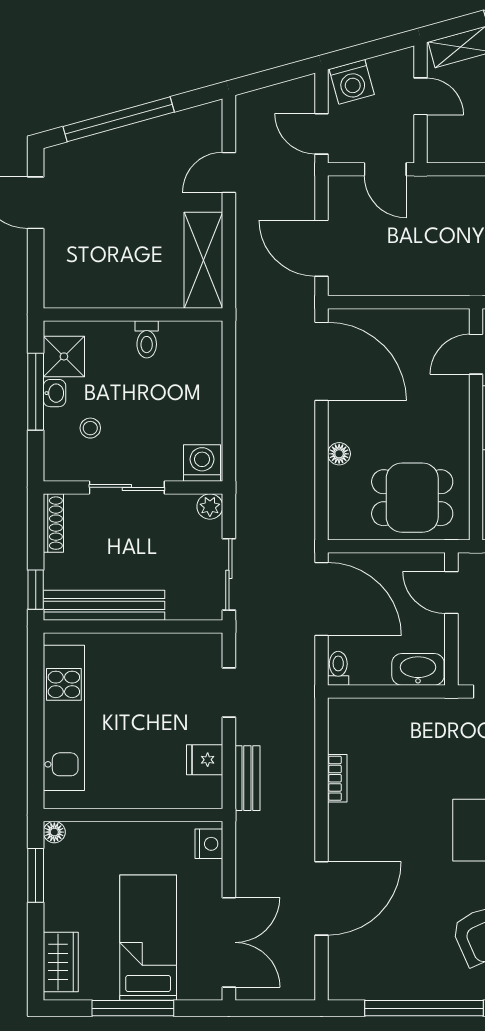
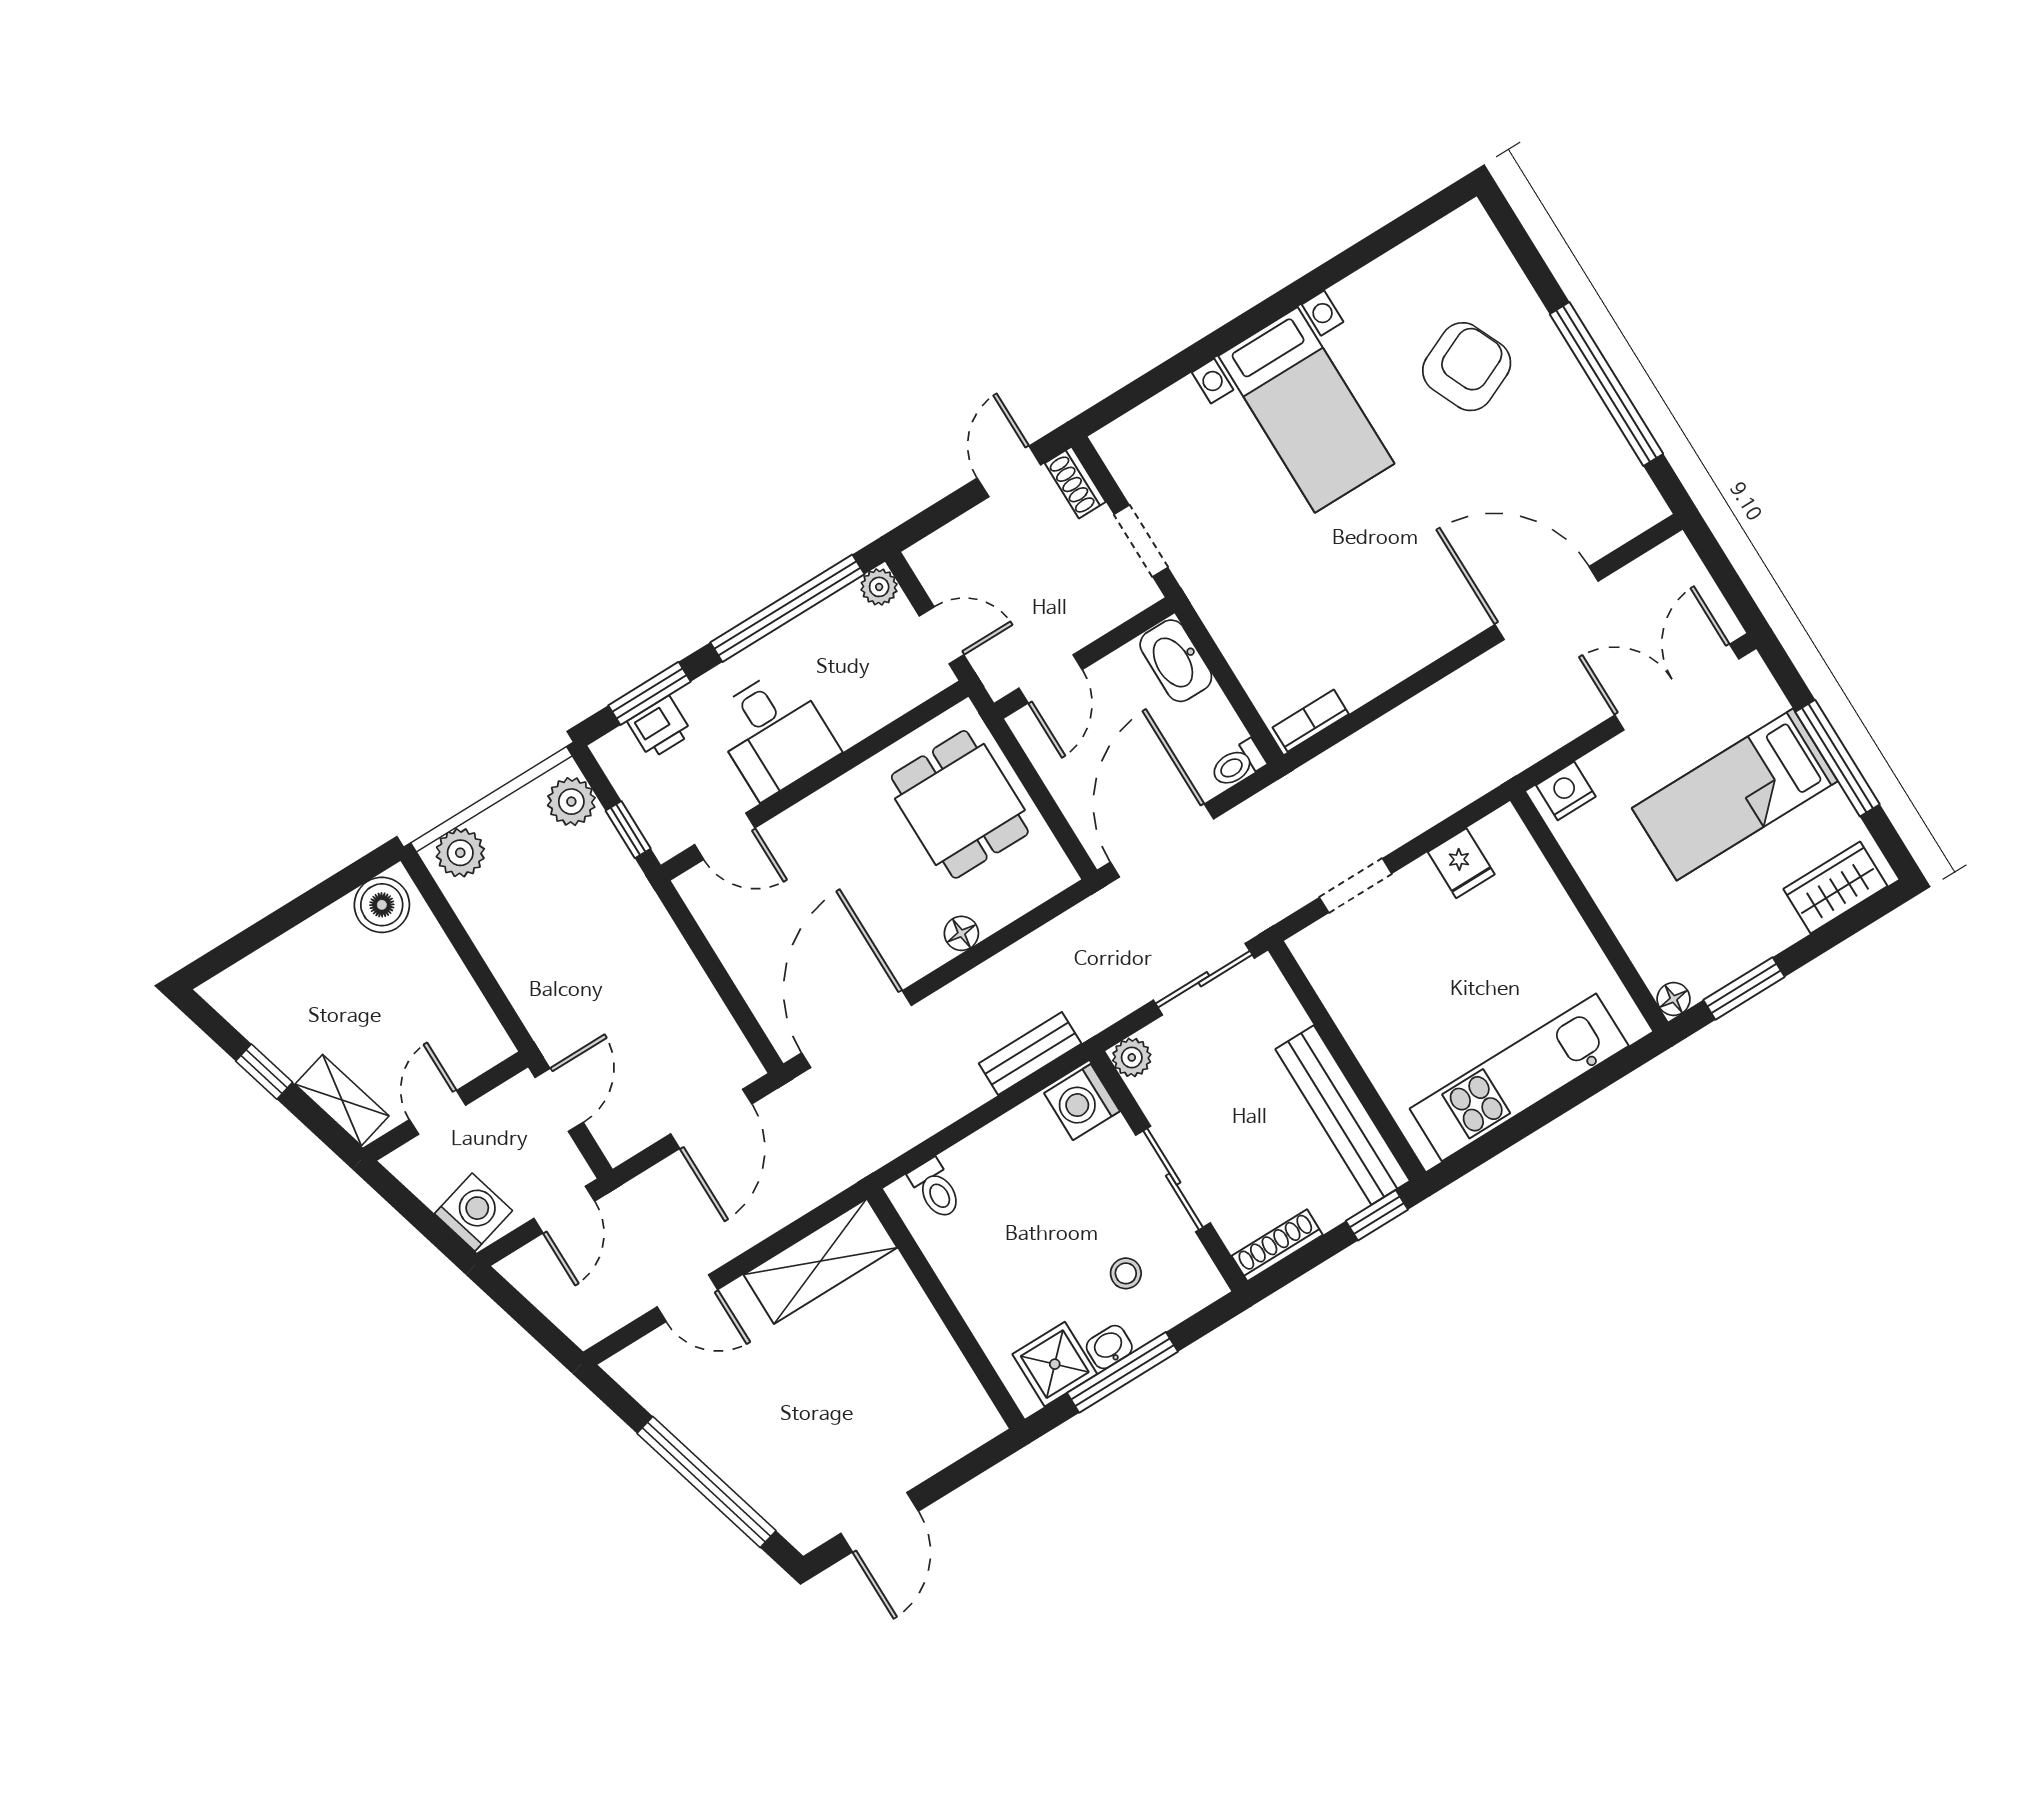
toilet: (147, 339) -> (936, 1189), moved, turned 90
bench: (247, 778) -> (1030, 1054), moved
bookcase: (337, 778) -> (1311, 721), moved

